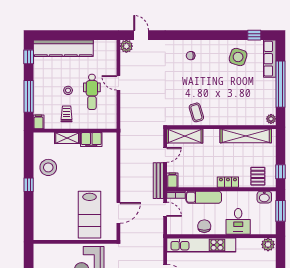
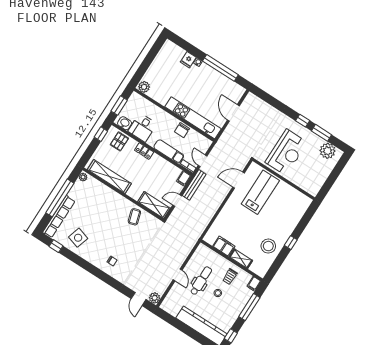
row of seats: (270, 59) -> (59, 217), width x1.36
desk: (238, 221) -> (142, 128), moved, turned 180

